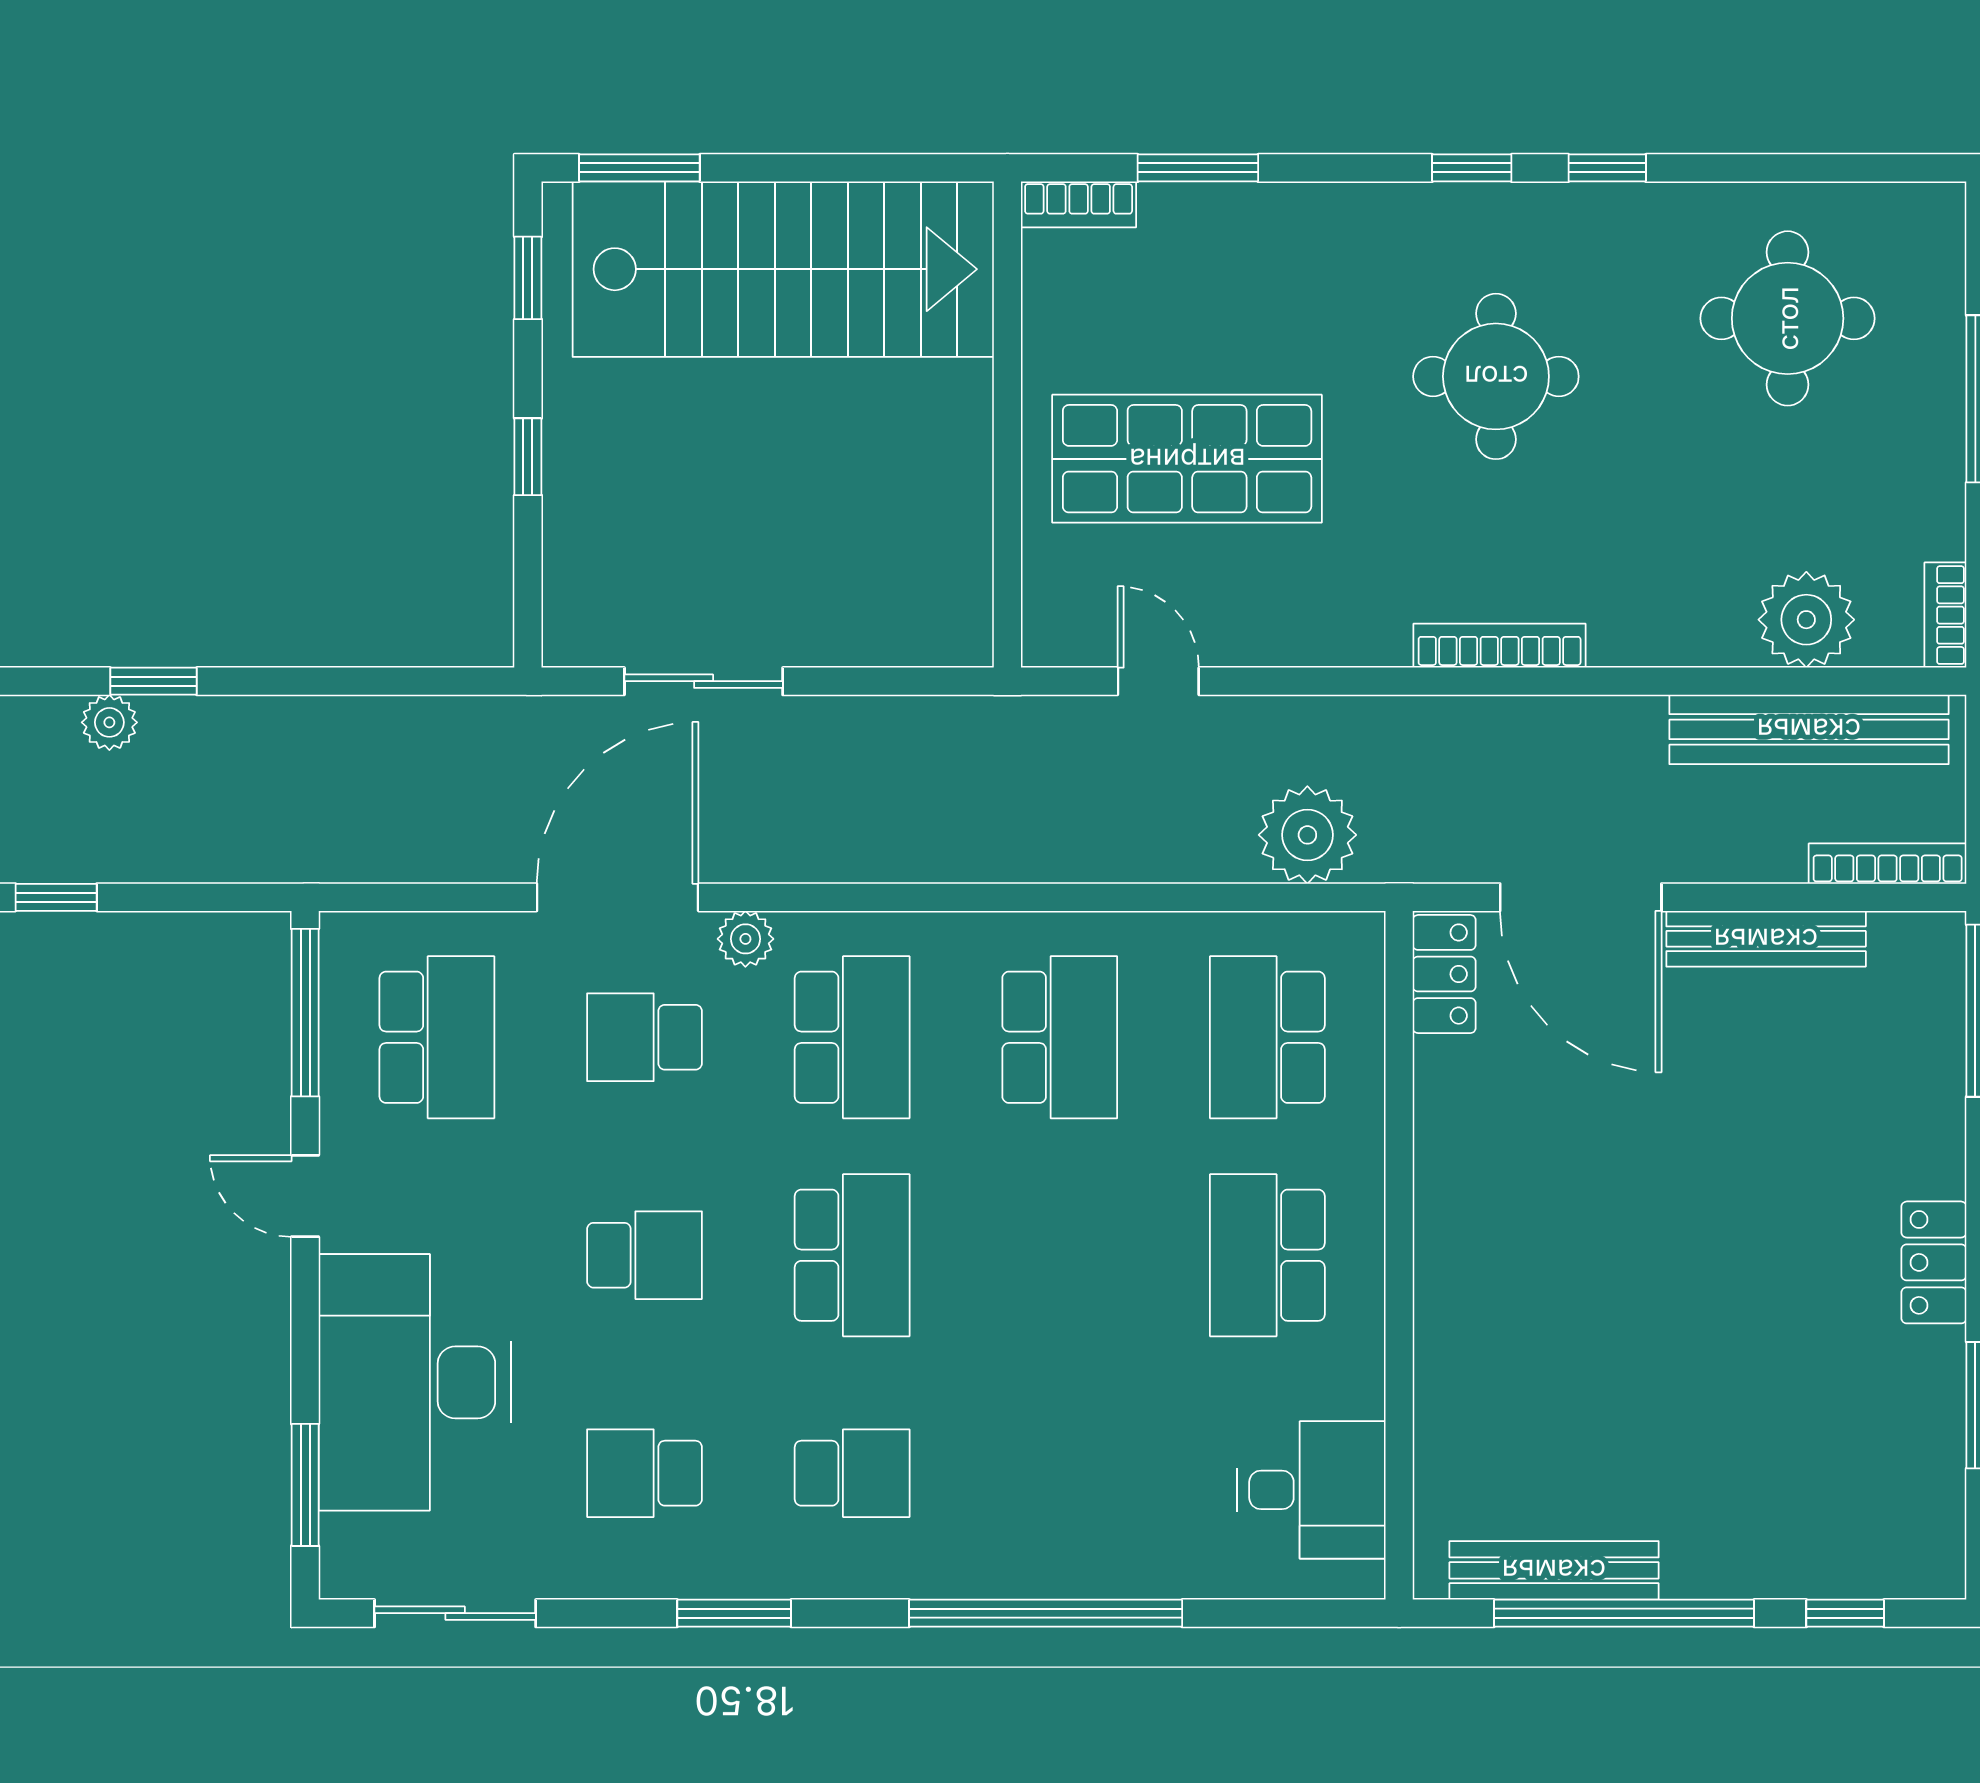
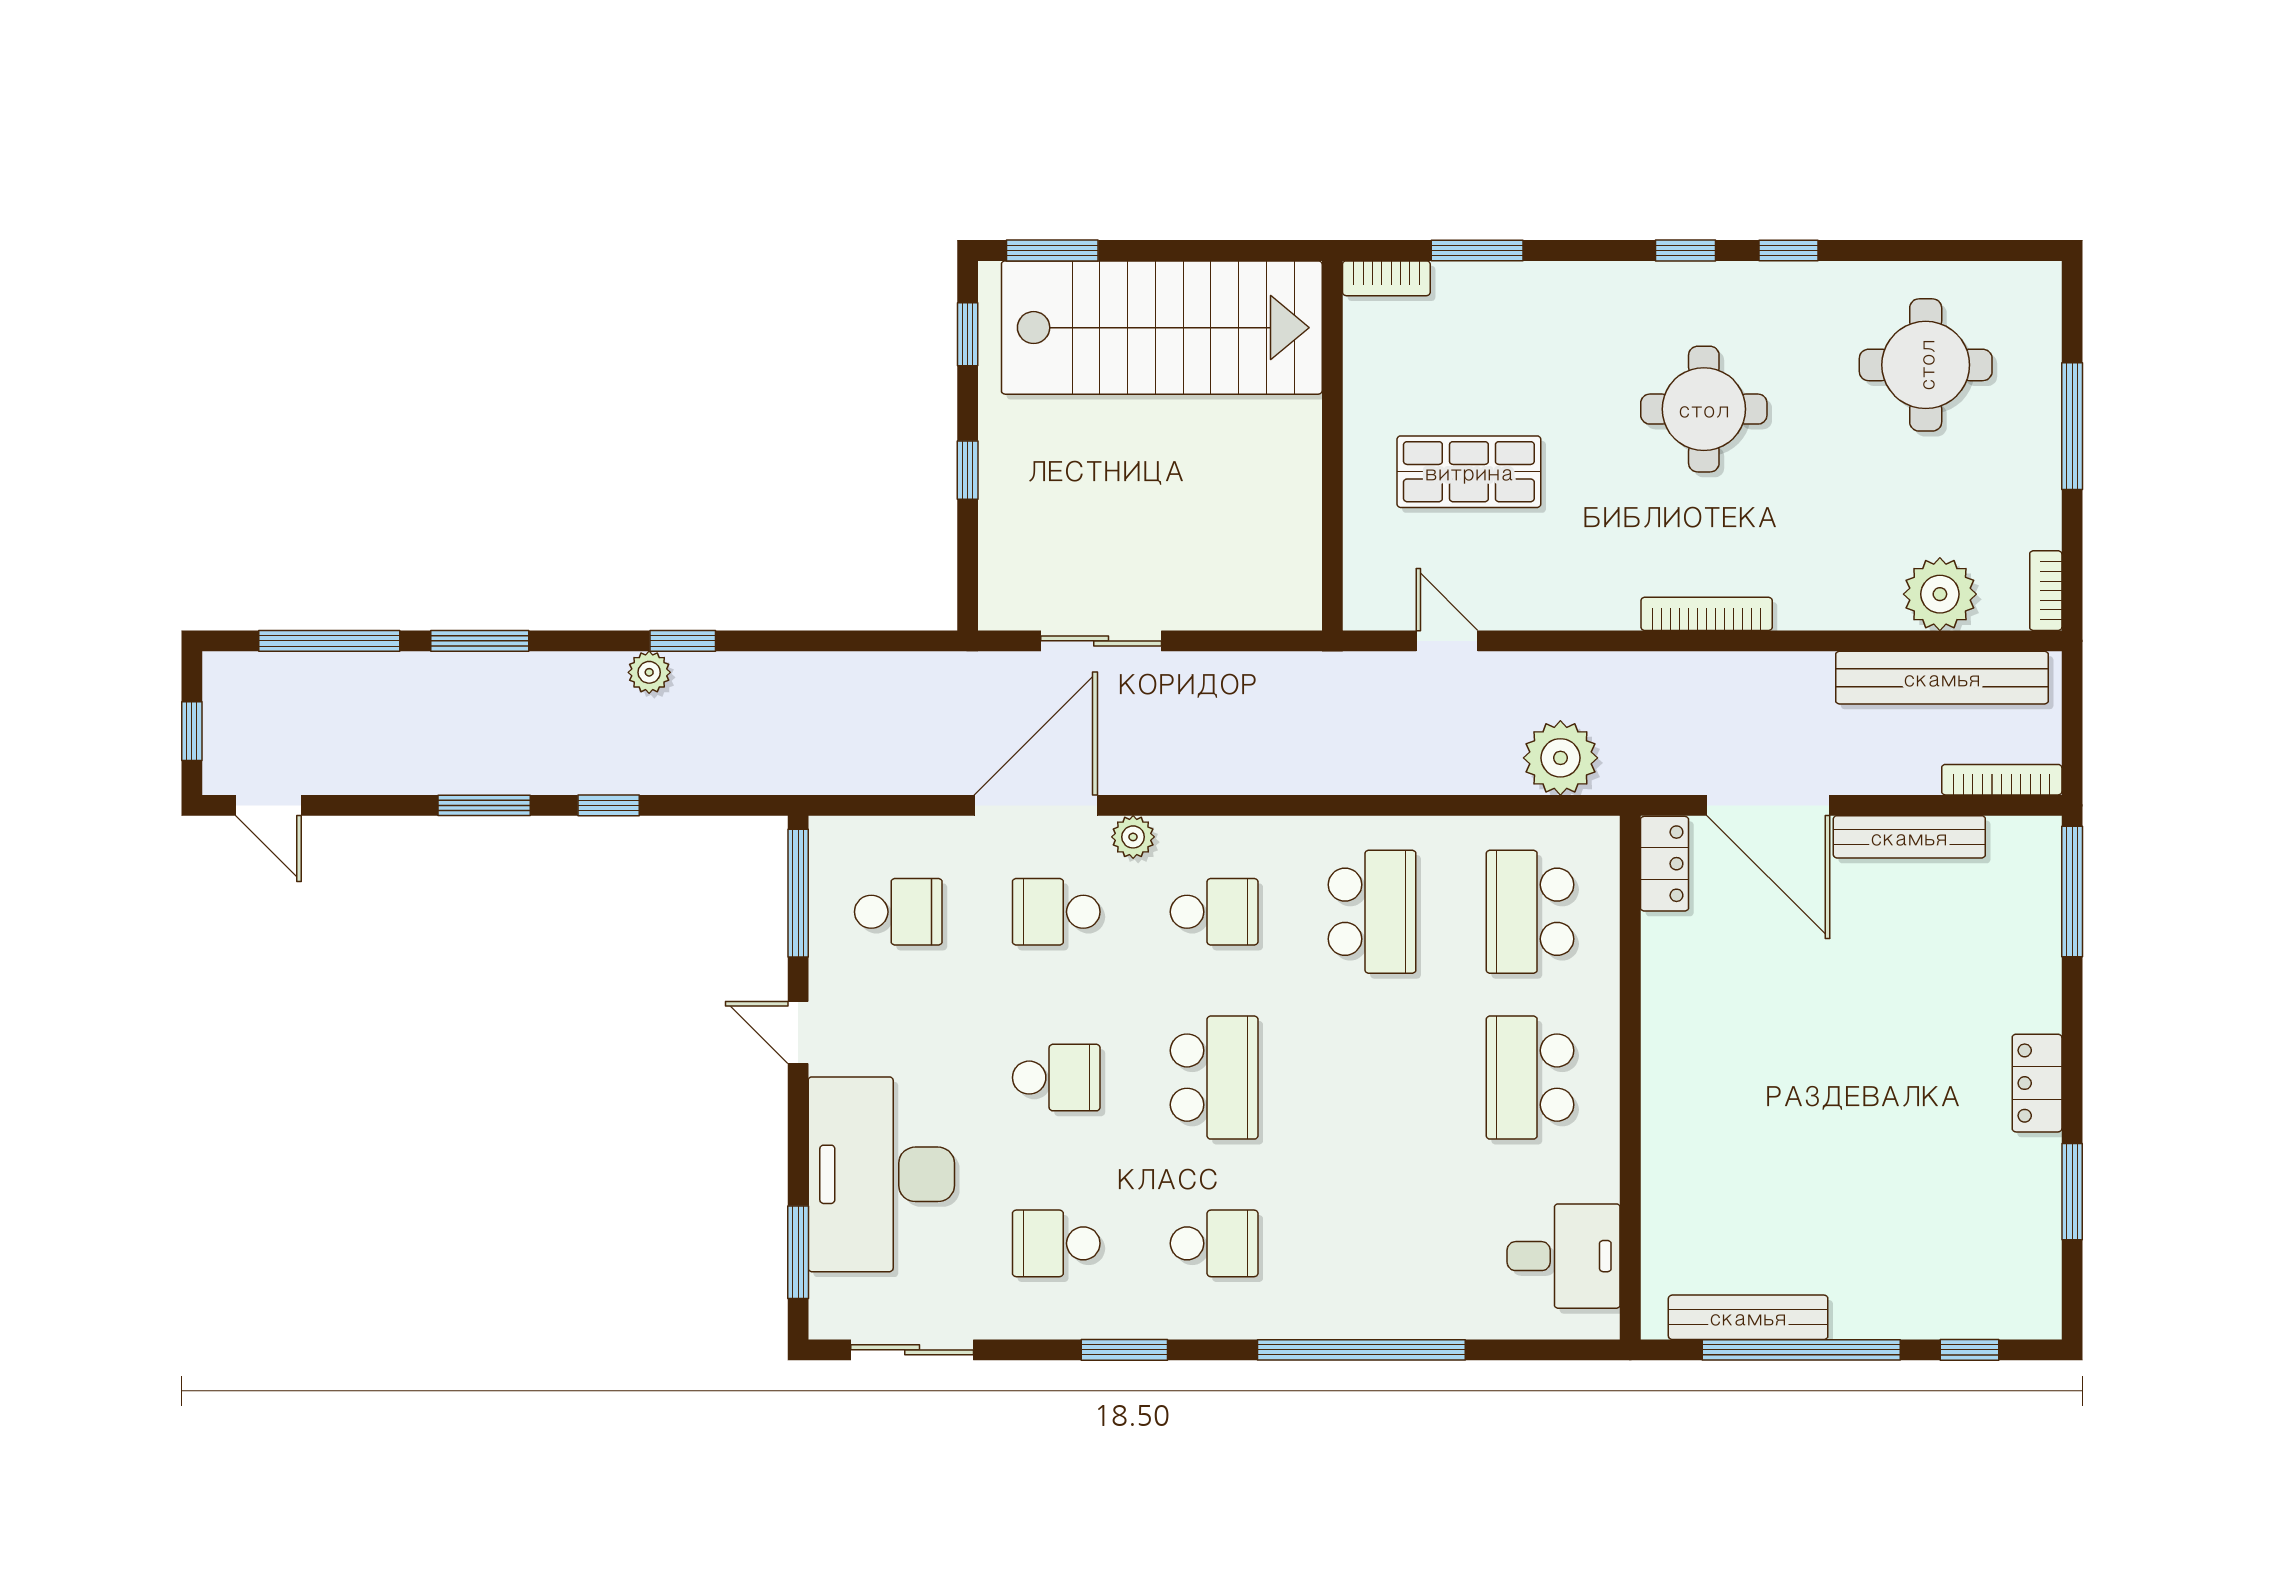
shop shelf: (1187, 459) -> (1469, 472), width x0.70, depth x0.74
school desk: (437, 1037) -> (898, 912), width x0.54
school desk: (852, 1037) -> (1214, 912), width x0.54

